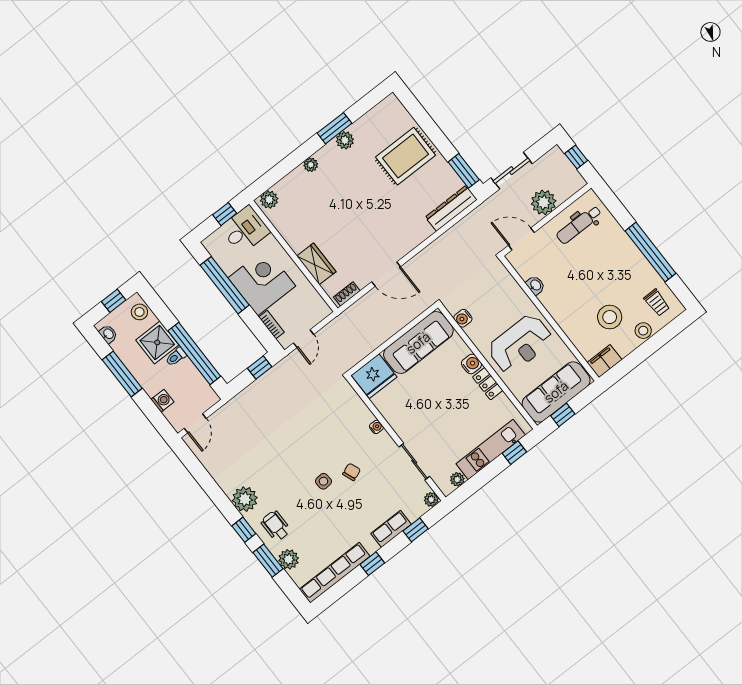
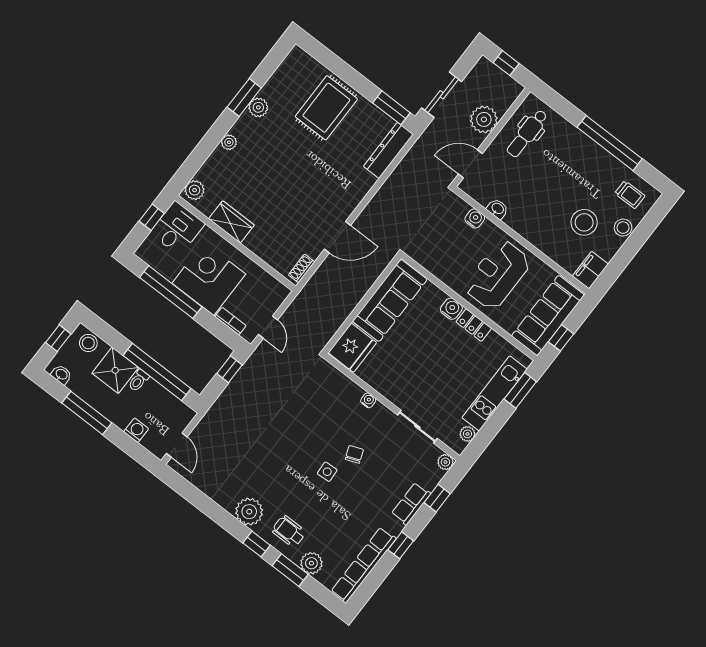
wardrobe: (316, 264) -> (231, 222), moved
water cooler: (463, 318) -> (475, 218), moved, turned 180
reception desk: (520, 344) -> (497, 275), turned 180
window: (514, 453) -> (520, 390), width x1.50

